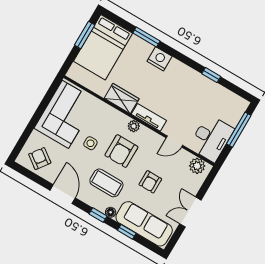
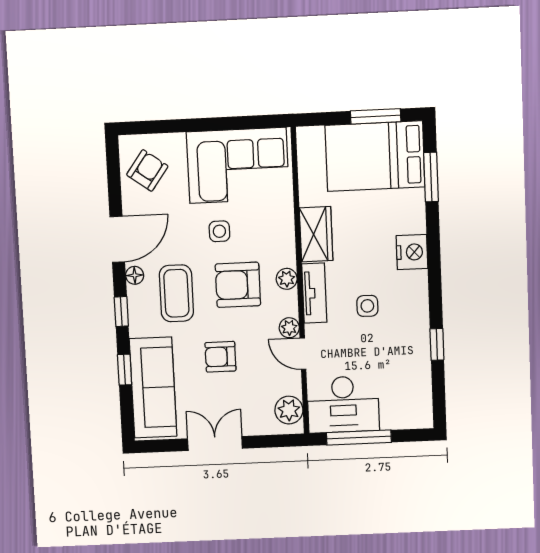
window: (146, 37) -> (431, 177), moved
side table: (171, 96) -> (367, 306), added
window: (239, 130) -> (359, 438), moved
plant: (158, 140) -> (289, 328), added
floor lamp: (111, 212) -> (135, 275), moved

